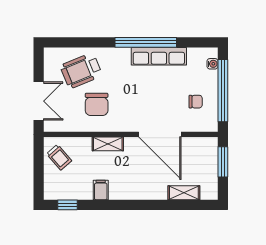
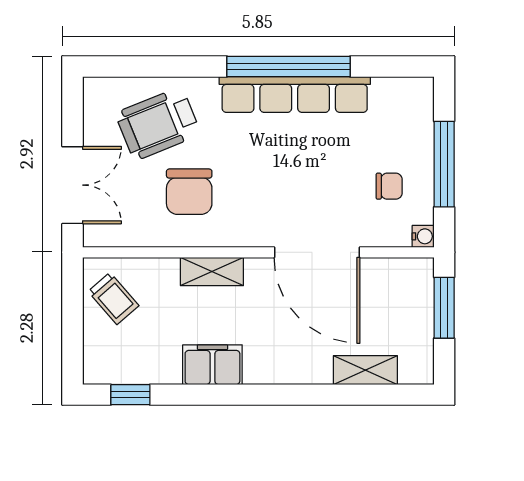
row of seats: (159, 56) -> (295, 94), width x1.36
water cooler: (212, 64) -> (423, 236), moved
window: (223, 91) -> (444, 164), width x0.68
filing cabinet: (101, 190) -> (212, 365), width x2.00

